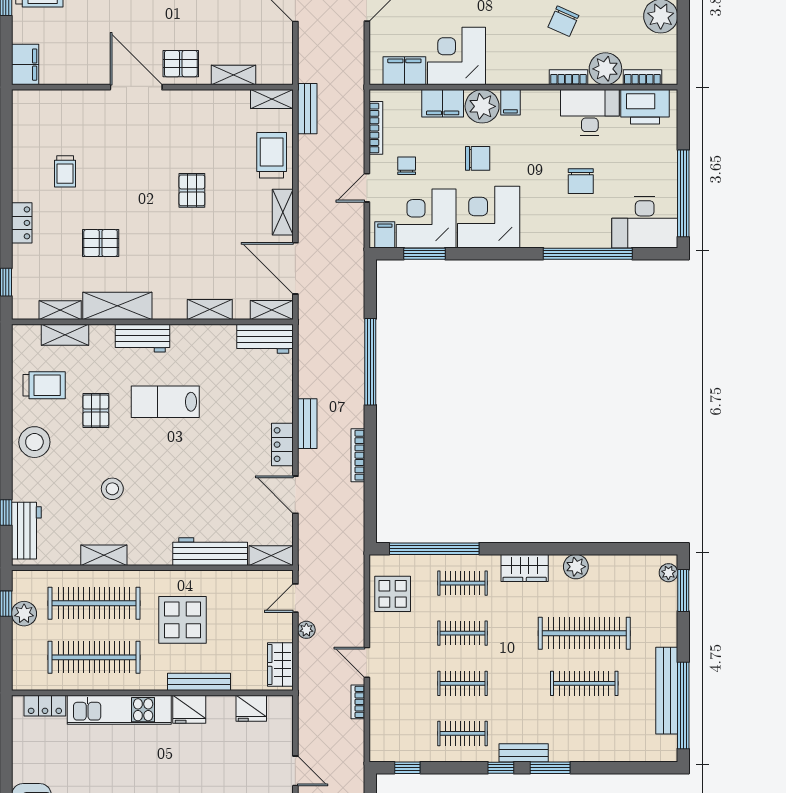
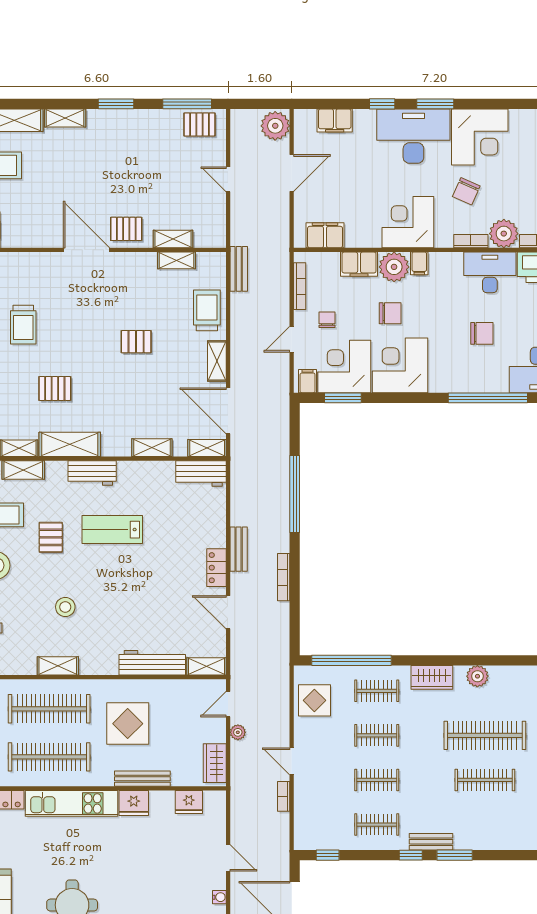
corner desk: (456, 56) -> (408, 222), moved
shelving: (272, 99) -> (177, 260), moved
trolley: (65, 171) -> (23, 325), width x1.36, depth x1.39
chair: (581, 181) -> (482, 333), turned -90
pallet: (192, 190) -> (136, 342), turned 90

